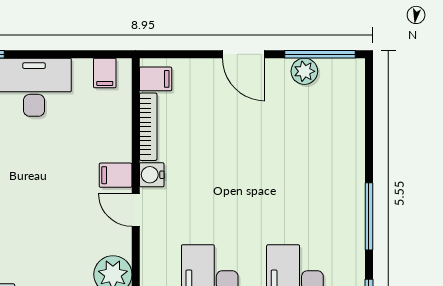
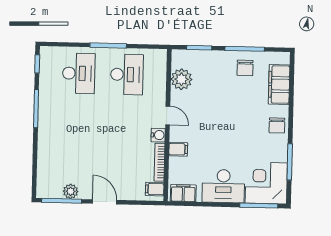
filing cabinet: (105, 73) -> (183, 193), width x2.00
filing cabinet: (116, 175) -> (178, 149), moved

